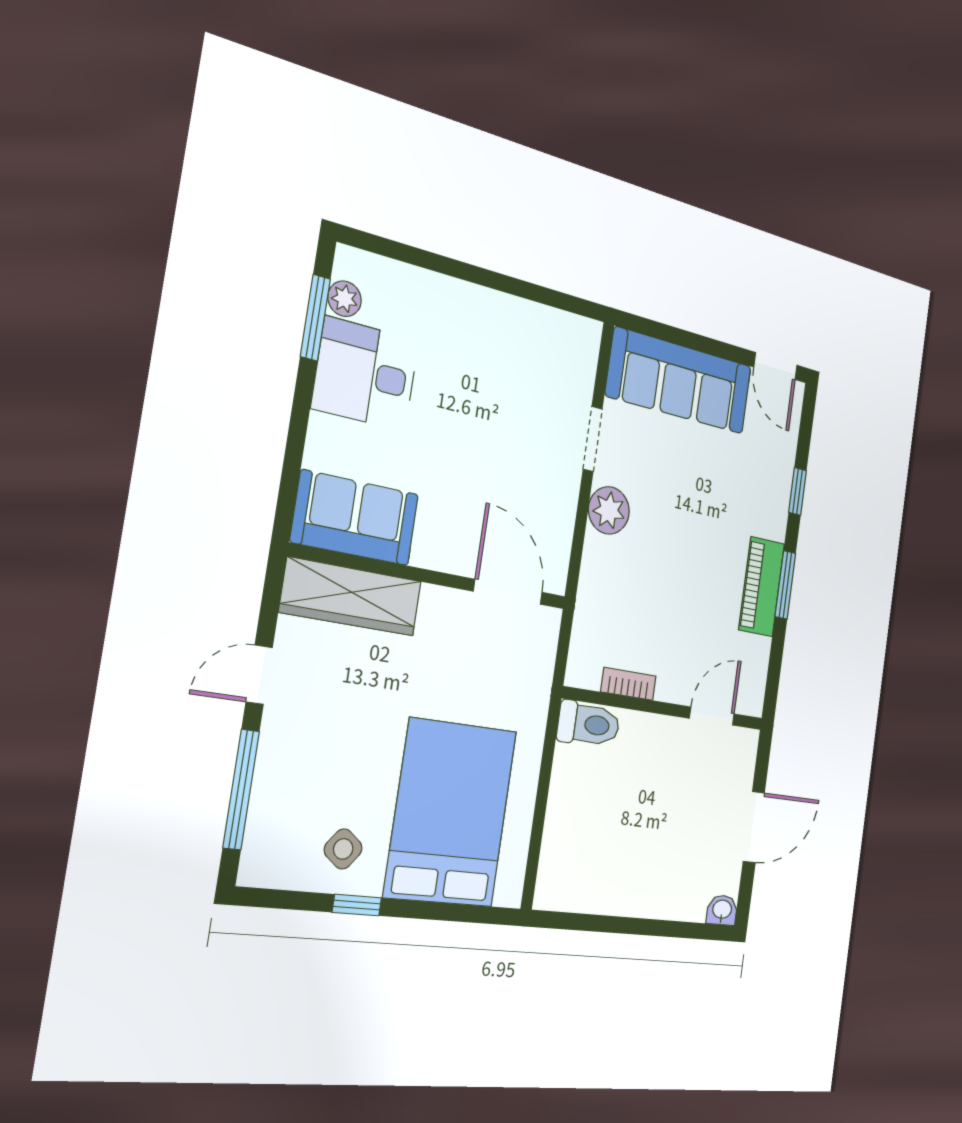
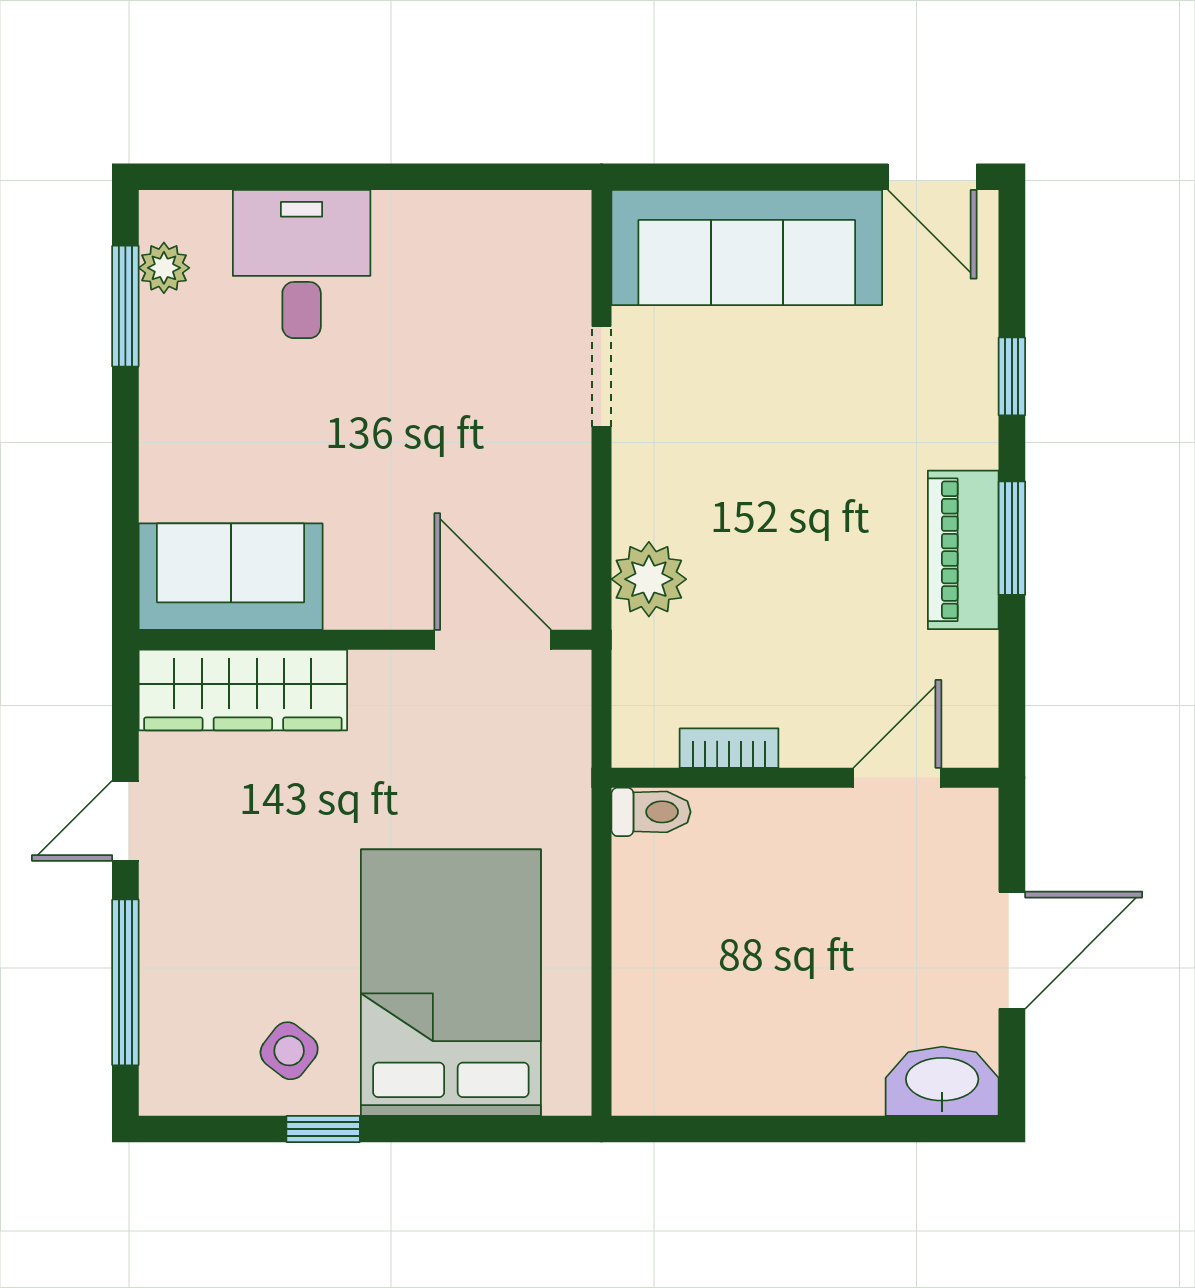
desk: (365, 374) -> (302, 264), moved, turned 90
plant: (609, 510) -> (649, 579), moved
toilet: (589, 724) -> (651, 812), width x0.73, depth x0.72
washbasin: (722, 910) -> (942, 1081), width x1.91, depth x1.45

